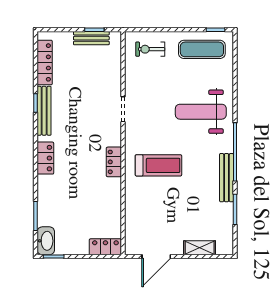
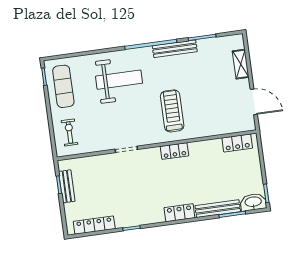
exercise bike: (150, 49) -> (69, 132), turned 180
bench: (44, 111) -> (218, 209), moved
weight bench: (201, 112) -> (119, 80), turned -90
locker: (105, 247) -> (237, 143), moved, turned -90

